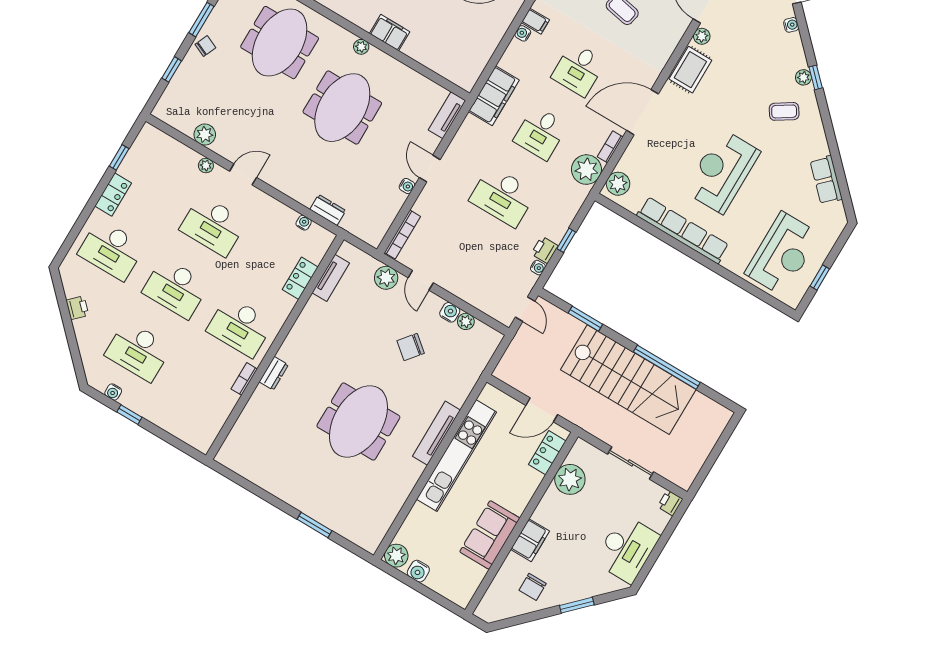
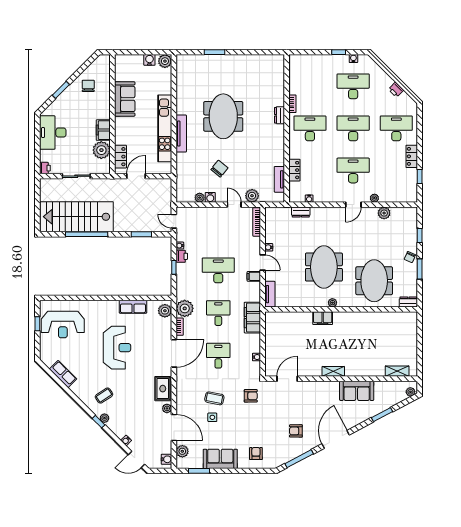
filing cabinet: (535, 21) -> (254, 276), moved
row of seats: (683, 230) -> (133, 307), width x0.50
reception desk: (783, 254) -> (63, 325), turned -90
stairs: (628, 380) -> (77, 217), moved
filing cabinet: (530, 540) -> (103, 130), moved

